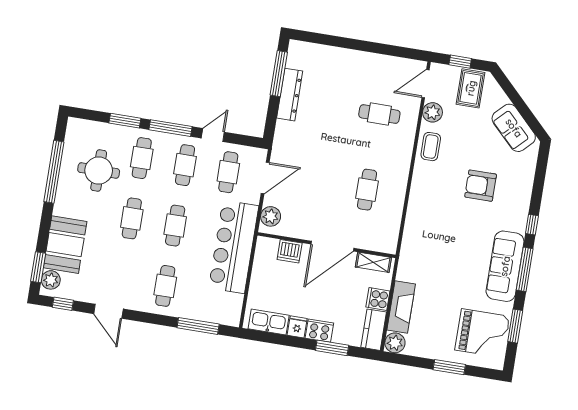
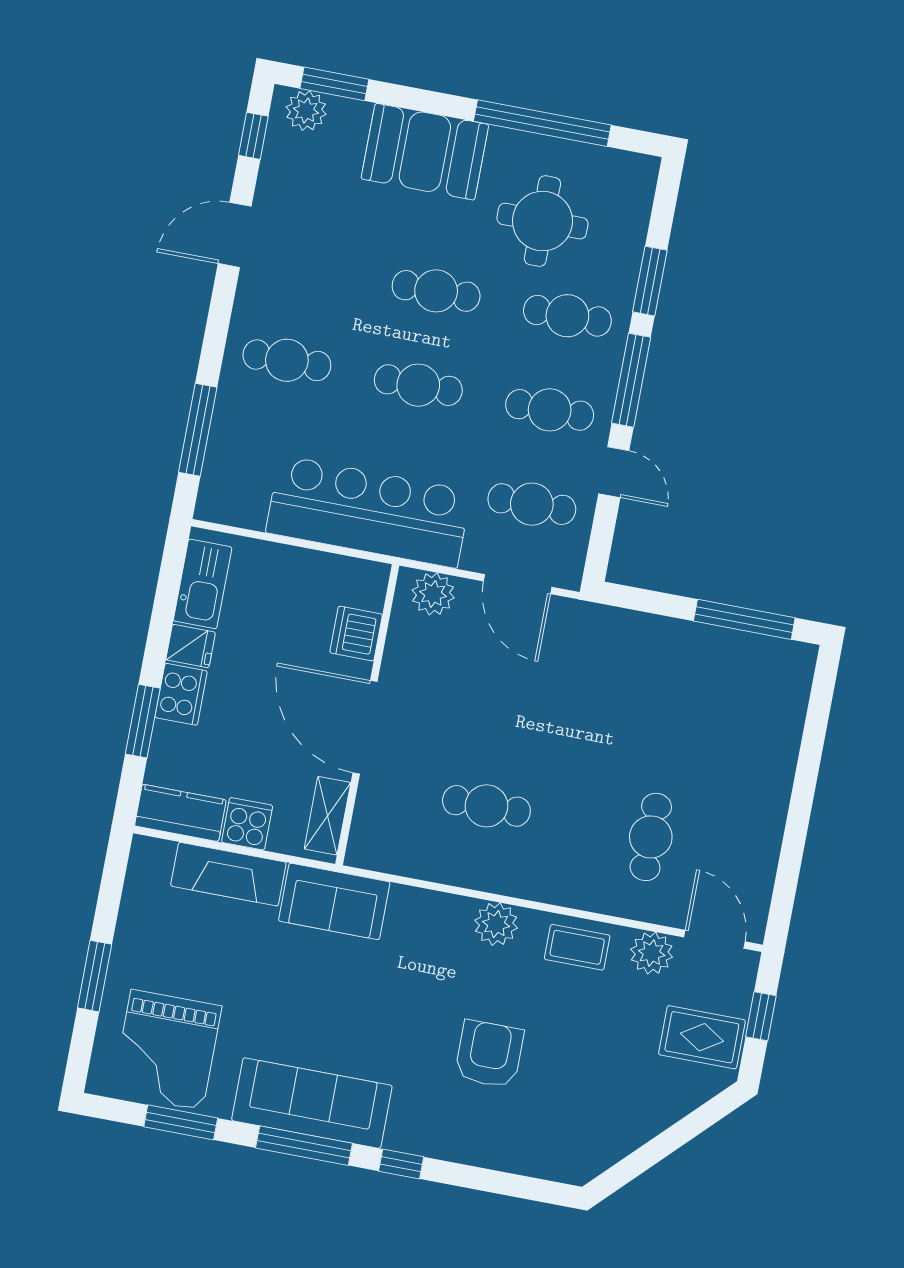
dresser: (290, 95) -> (698, 642), removed
sofa: (514, 128) -> (334, 901), moved, turned -135
booth: (65, 245) -> (425, 152), moved
plant: (395, 343) -> (496, 924), moved

